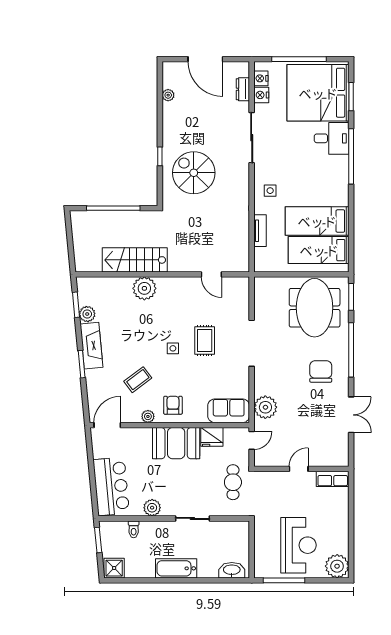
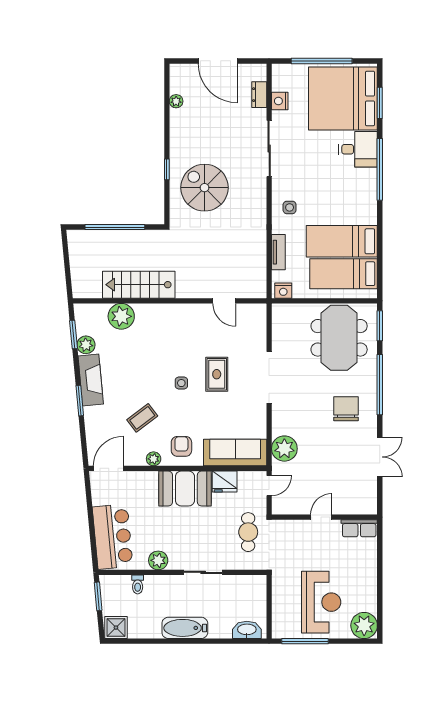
nightstand: (261, 78) -> (283, 291), moved, turned -90
plant: (144, 288) -> (121, 316), moved
sofa: (229, 411) -> (235, 453), width x1.36

